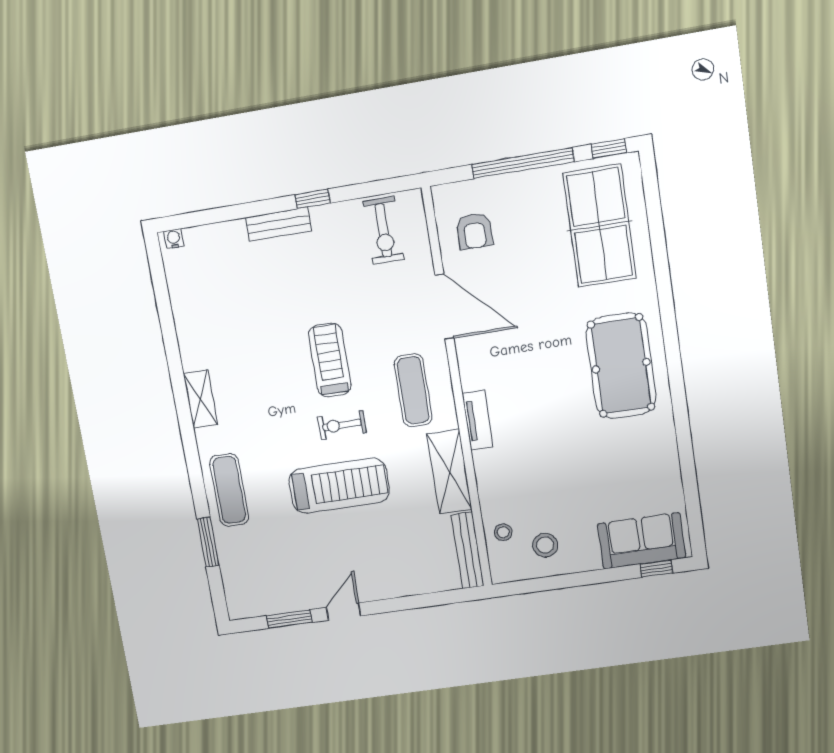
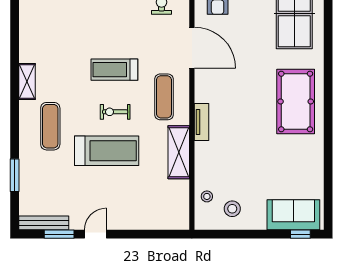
treadmill: (330, 360) -> (114, 70), turned -90
exercise mat: (229, 490) -> (50, 126), moved
bench: (468, 550) -> (44, 223), moved, turned 90

